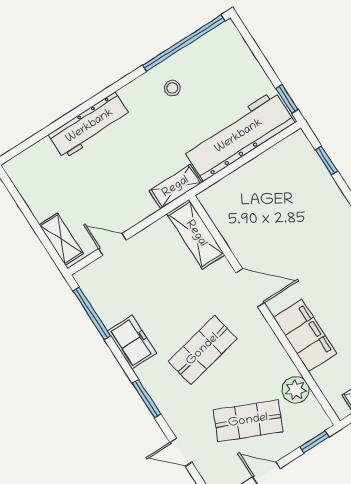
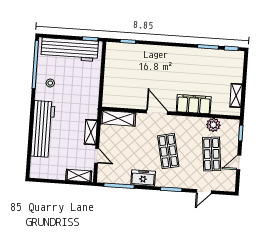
workbench: (90, 126) -> (43, 129), width x1.36, depth x1.32
workbench: (239, 136) -> (70, 50), moved, turned -90
shelving: (176, 187) -> (91, 132), moved
door: (113, 244) -> (97, 156), swing flipped
door: (250, 288) -> (157, 112), hinge flipped
shop shelf: (248, 421) -> (212, 154), turned -30

